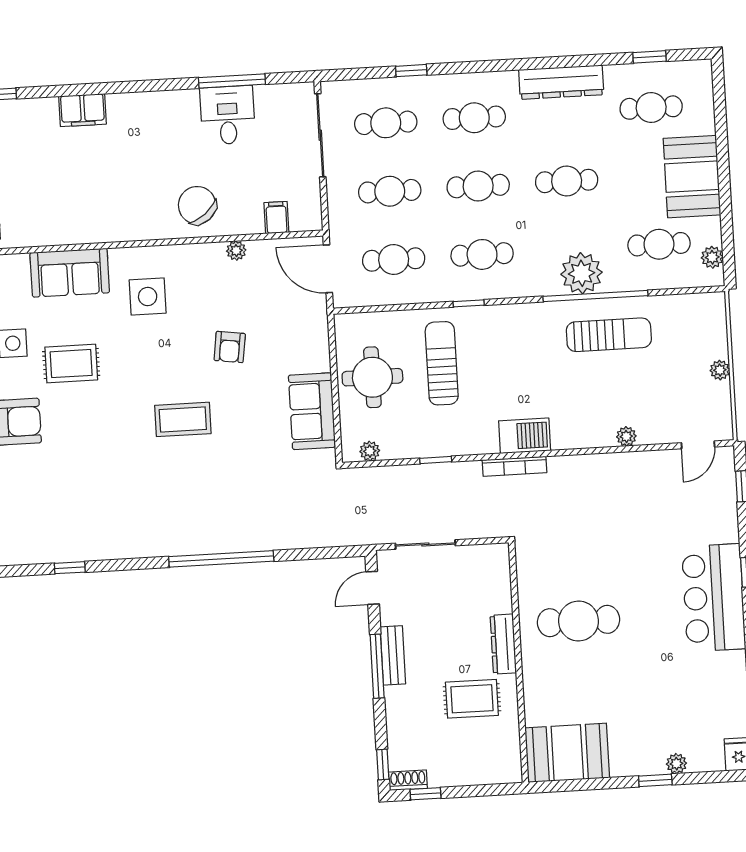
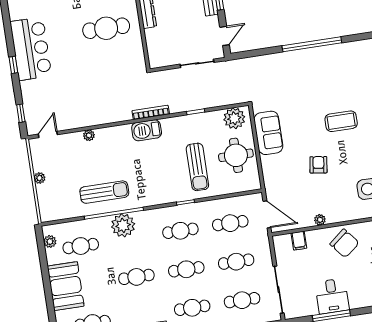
sun lounger: (609, 335) -> (104, 192), turned 180
plant: (370, 451) -> (234, 118), width x1.88, depth x1.88

